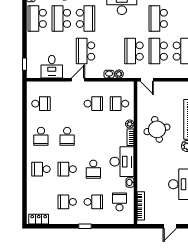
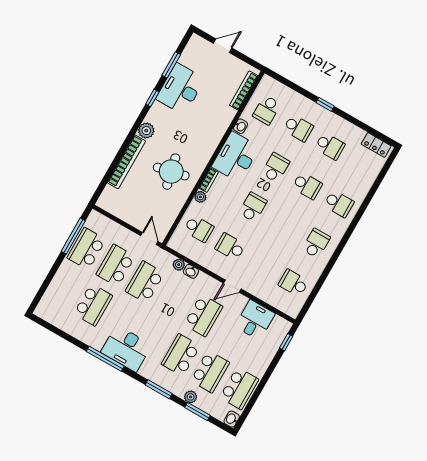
school desk: (134, 51) -> (145, 282), turned 180
school desk: (158, 51) -> (116, 265), turned 180
school desk: (67, 136) -> (253, 207), moved
school desk: (93, 202) -> (298, 128), turned 180

